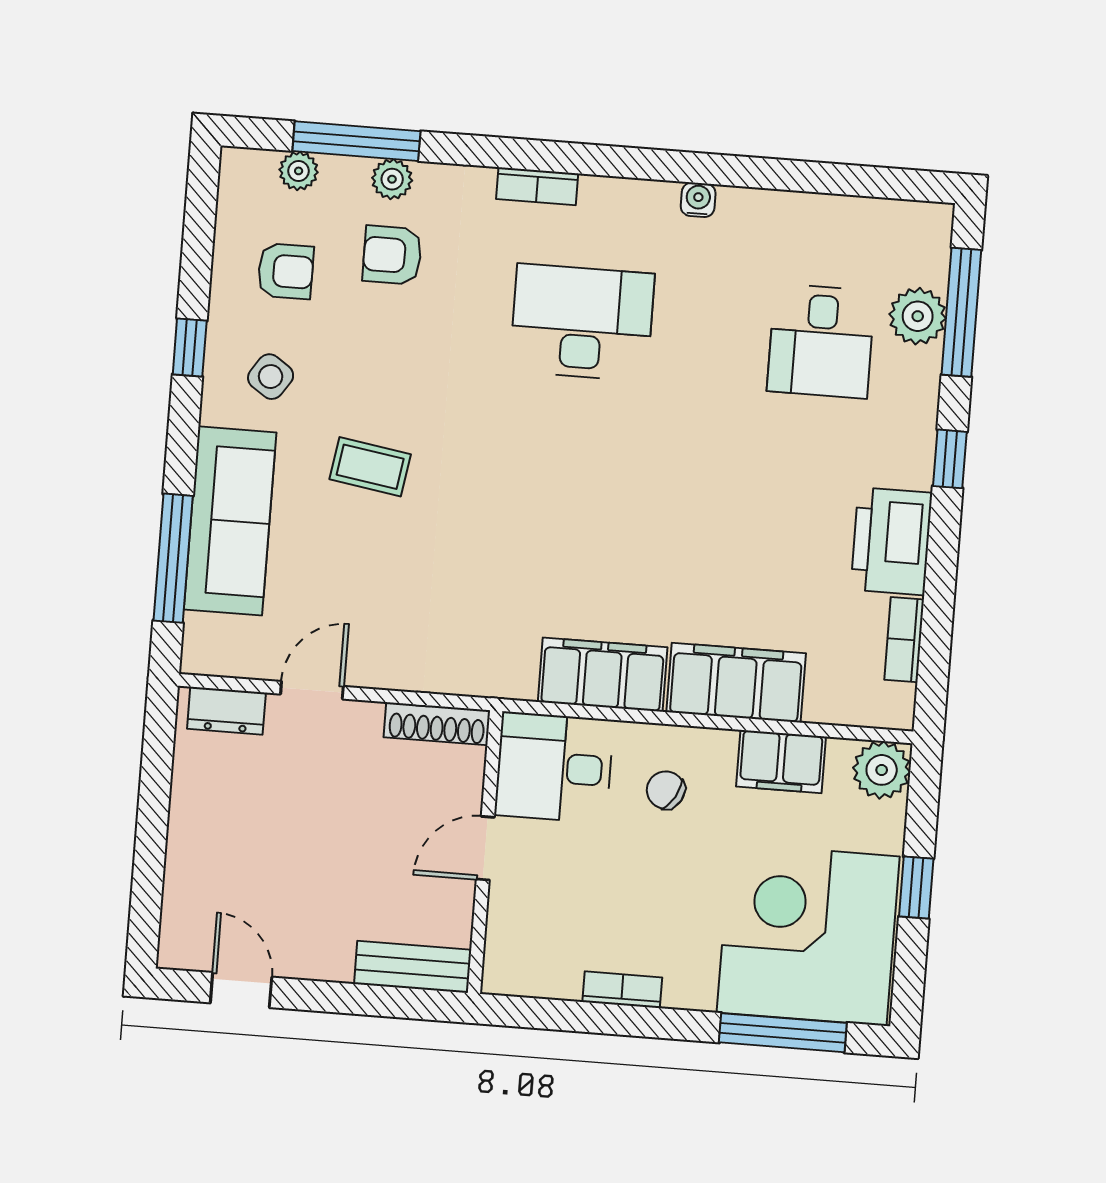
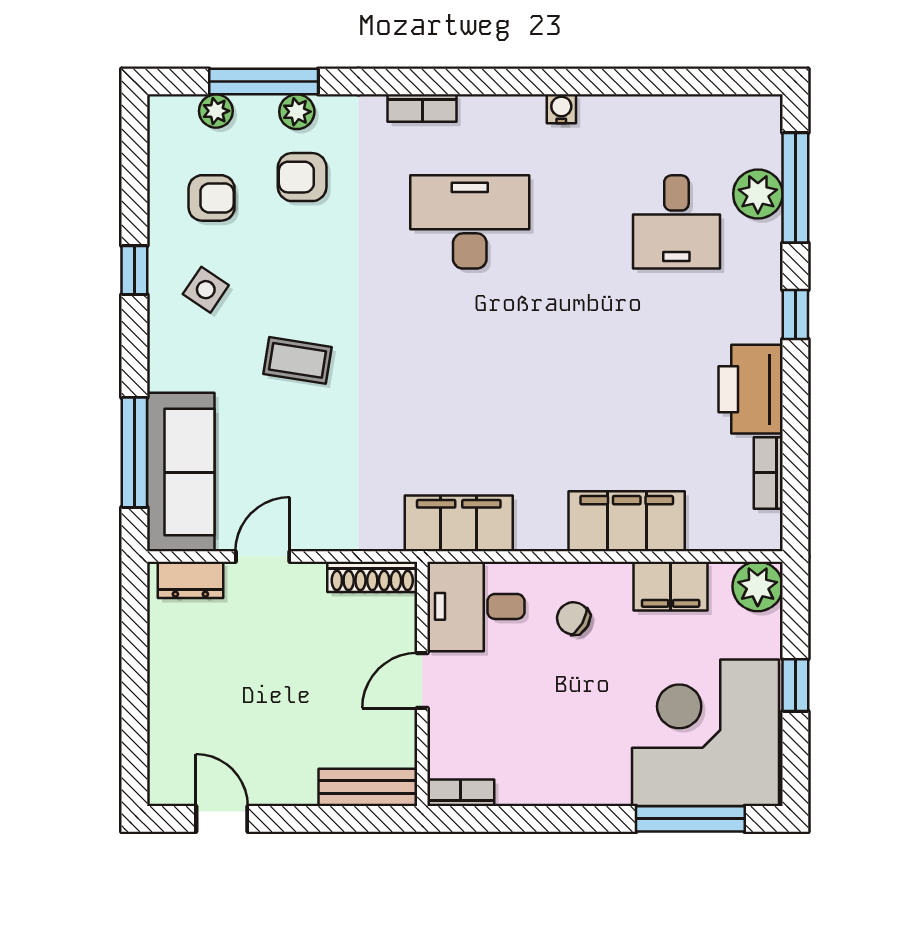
sofa: (230, 521) -> (181, 472), moved
filing cabinet: (603, 675) -> (459, 523), moved
bookcase: (622, 990) -> (461, 793), moved

